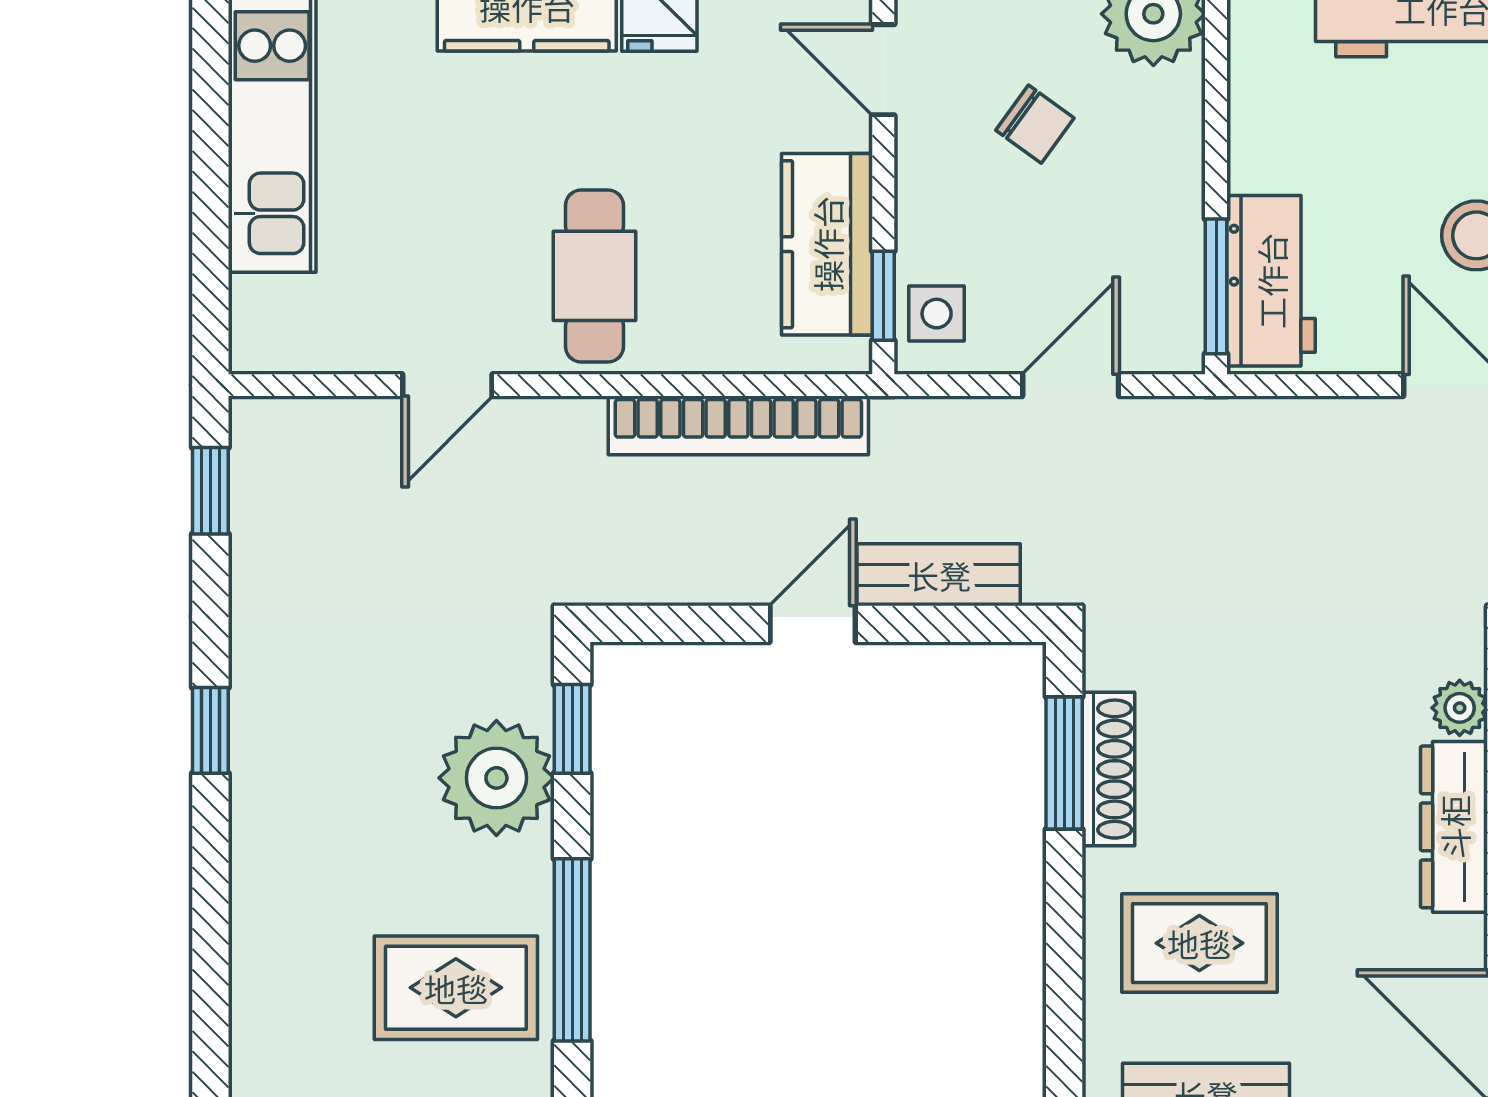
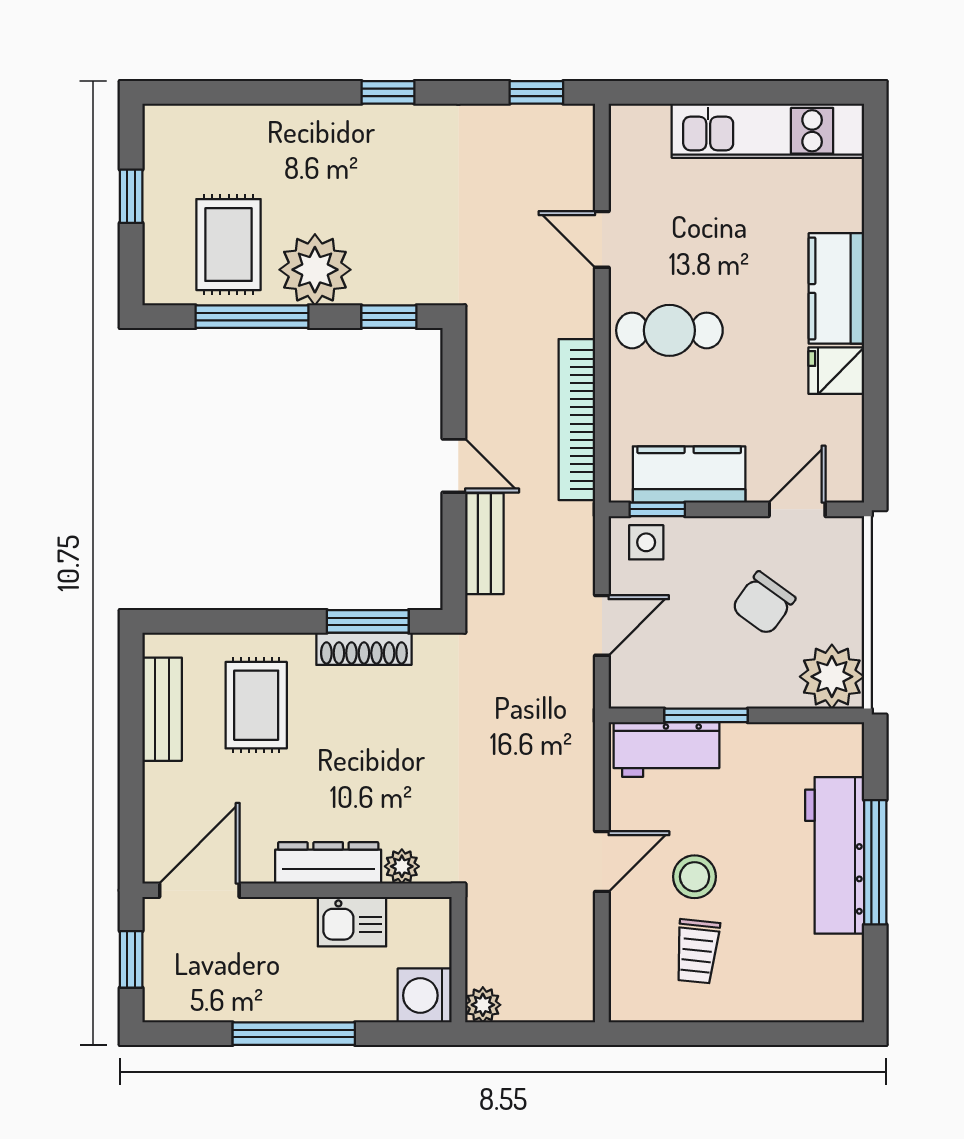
chair: (1035, 124) -> (763, 603), width x1.37, depth x1.37
window: (1216, 286) -> (706, 715), moved
door: (1071, 385) -> (602, 625), hinge flipped
plant: (496, 778) -> (315, 270), moved

